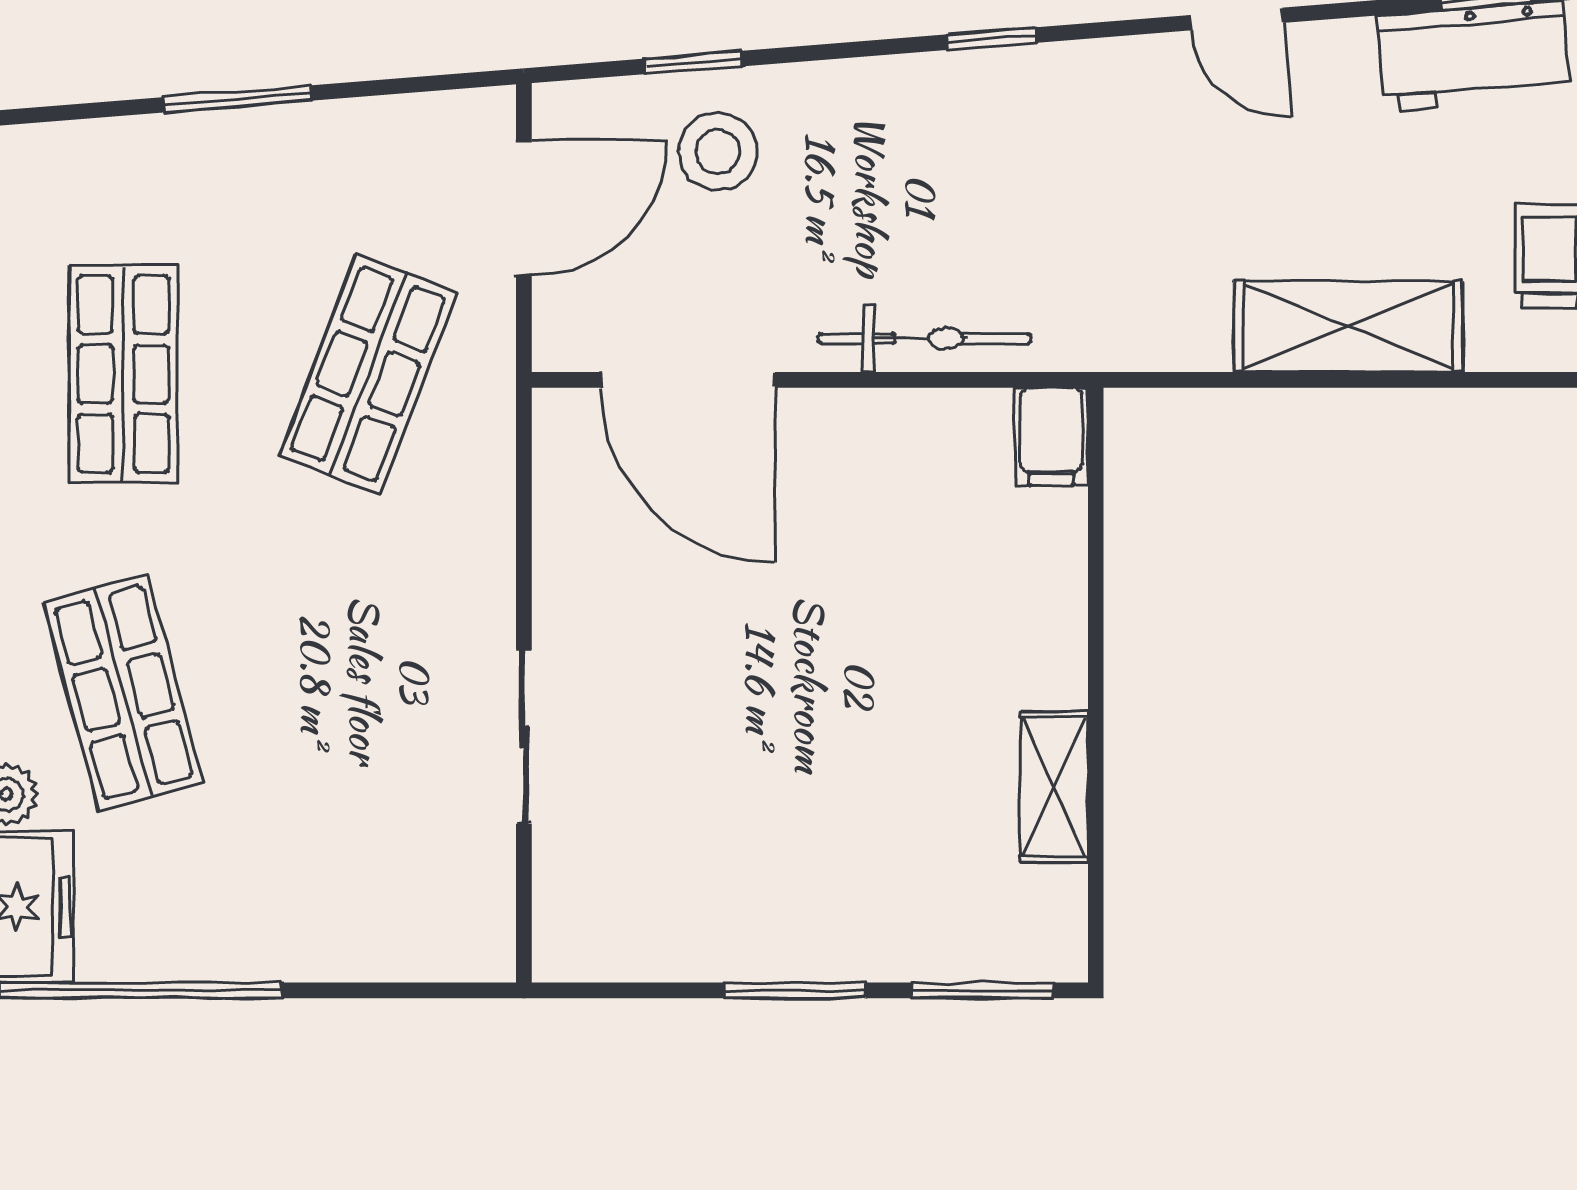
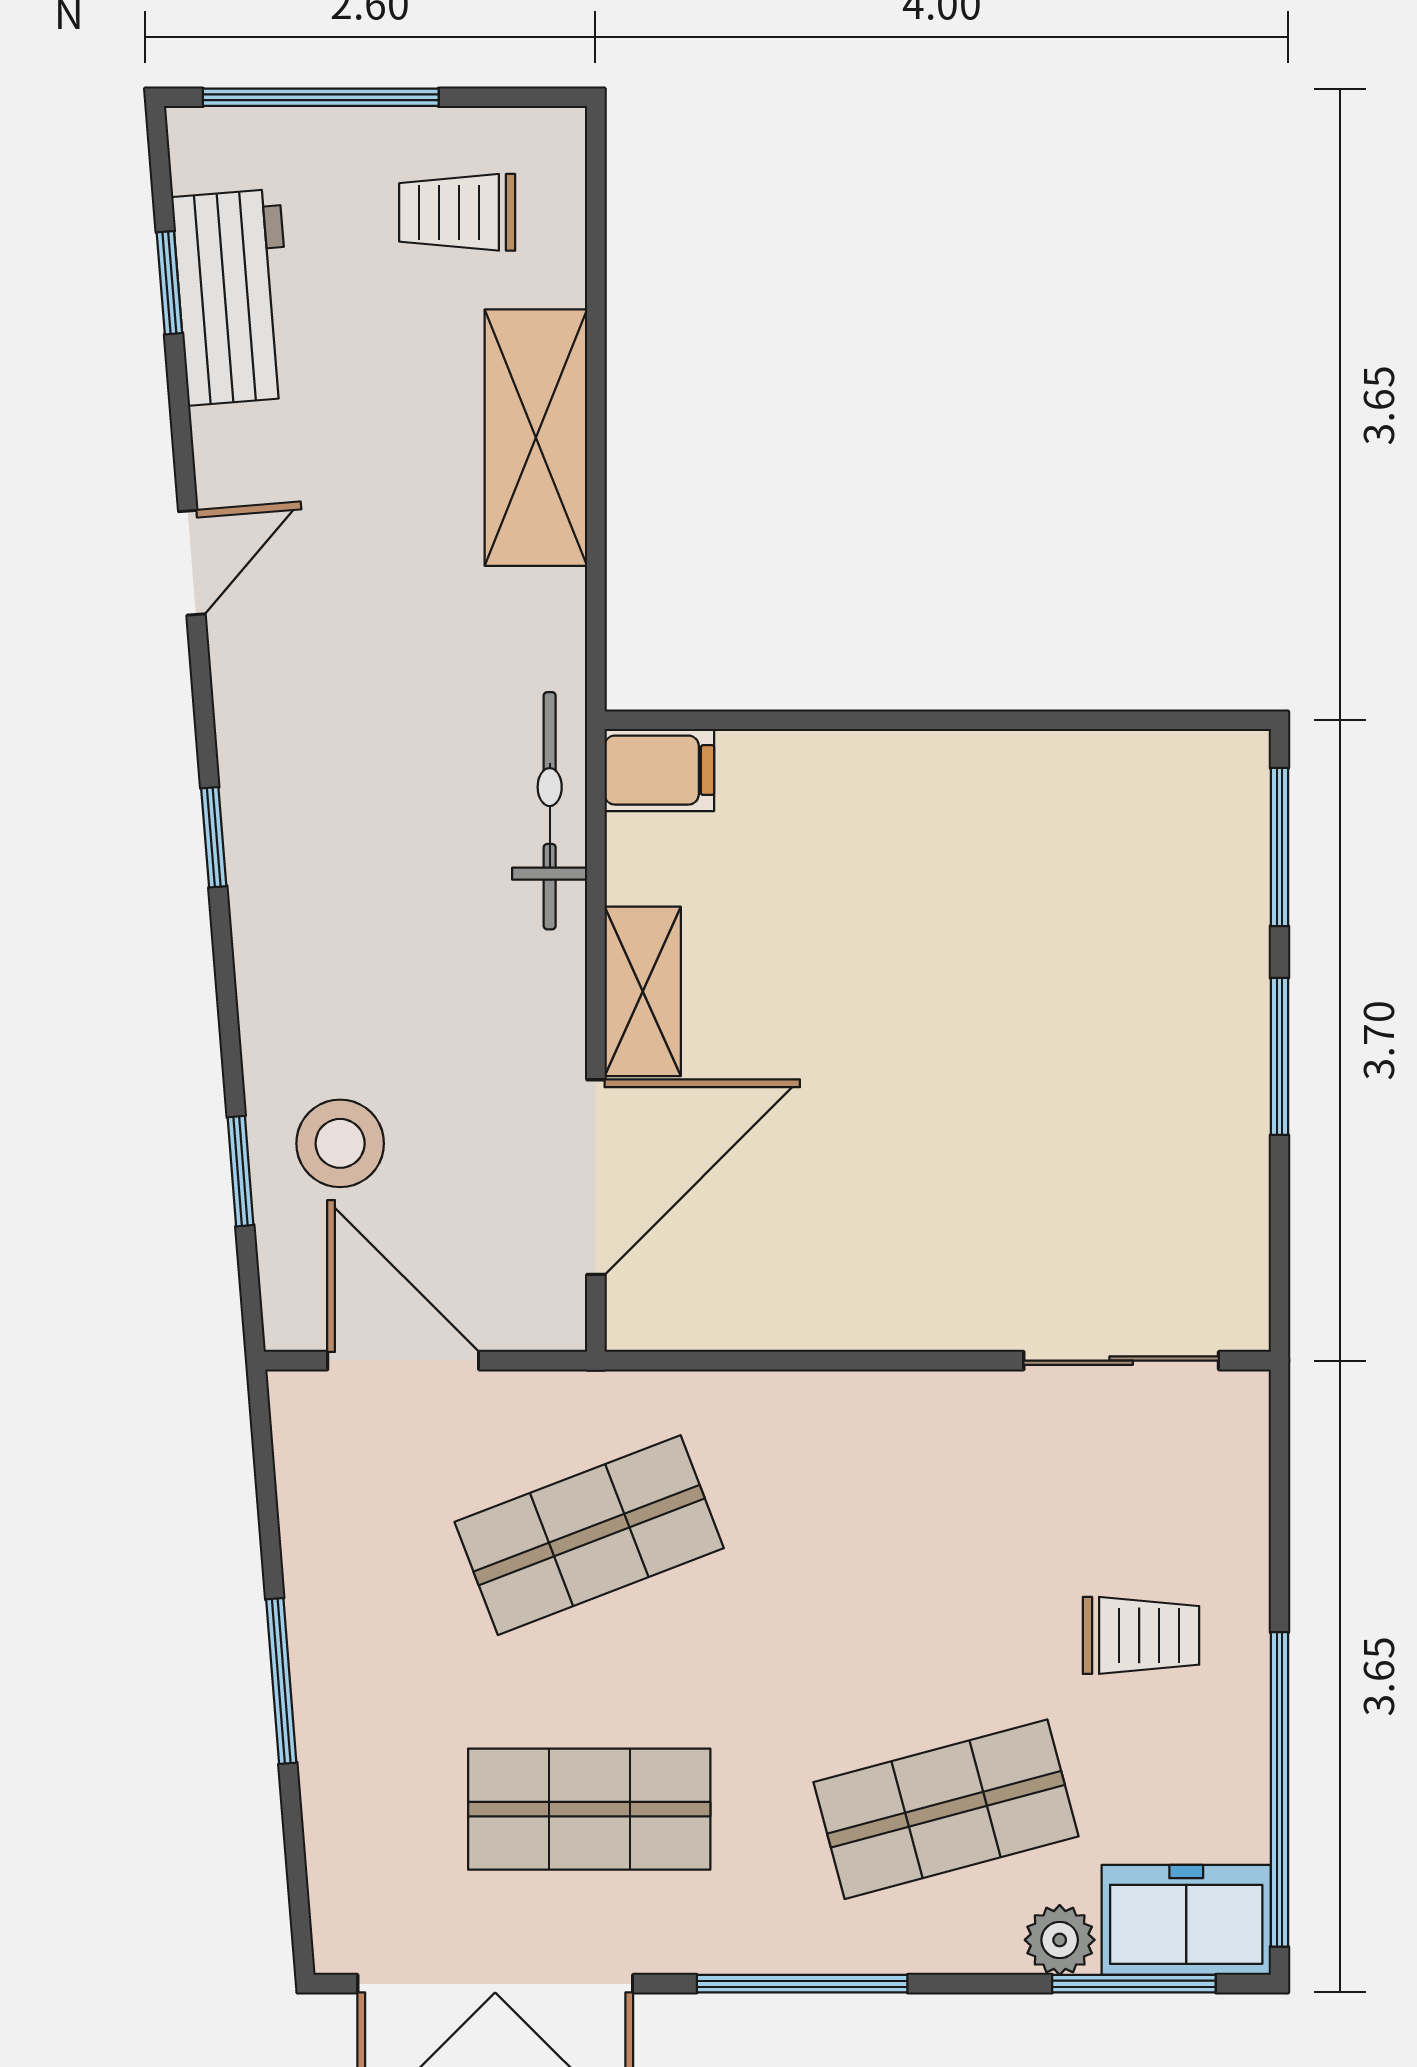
bicycle: (924, 339) -> (550, 811), moved
shop shelf: (368, 374) -> (589, 1535), turned -42
sliding door: (524, 737) -> (1121, 1361), moved
shelving: (1054, 787) -> (643, 991), moved, turned 90
trolley: (278, 867) -> (1141, 1635), added

